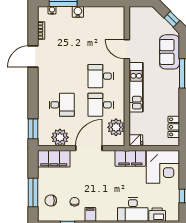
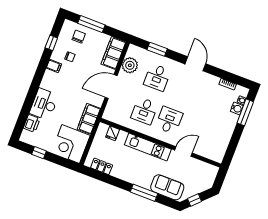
water cooler: (78, 12) -> (237, 108), moved
door: (33, 56) -> (195, 64), moved
desk: (101, 105) -> (144, 111), turned 180
plant: (116, 127) -> (120, 117), removed
window: (33, 129) -> (157, 49), moved
fridge: (136, 140) -> (113, 133), moved
door: (89, 148) -> (111, 87), swing flipped

